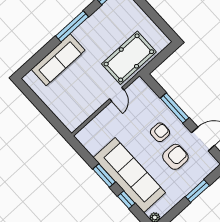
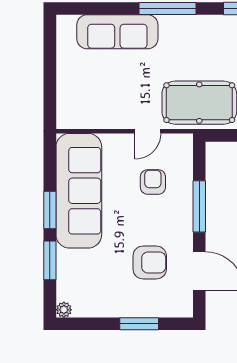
armchair: (160, 132) -> (153, 182), moved, turned -90
sofa: (129, 175) -> (79, 191), moved
window: (126, 200) -> (50, 260), width x1.50

